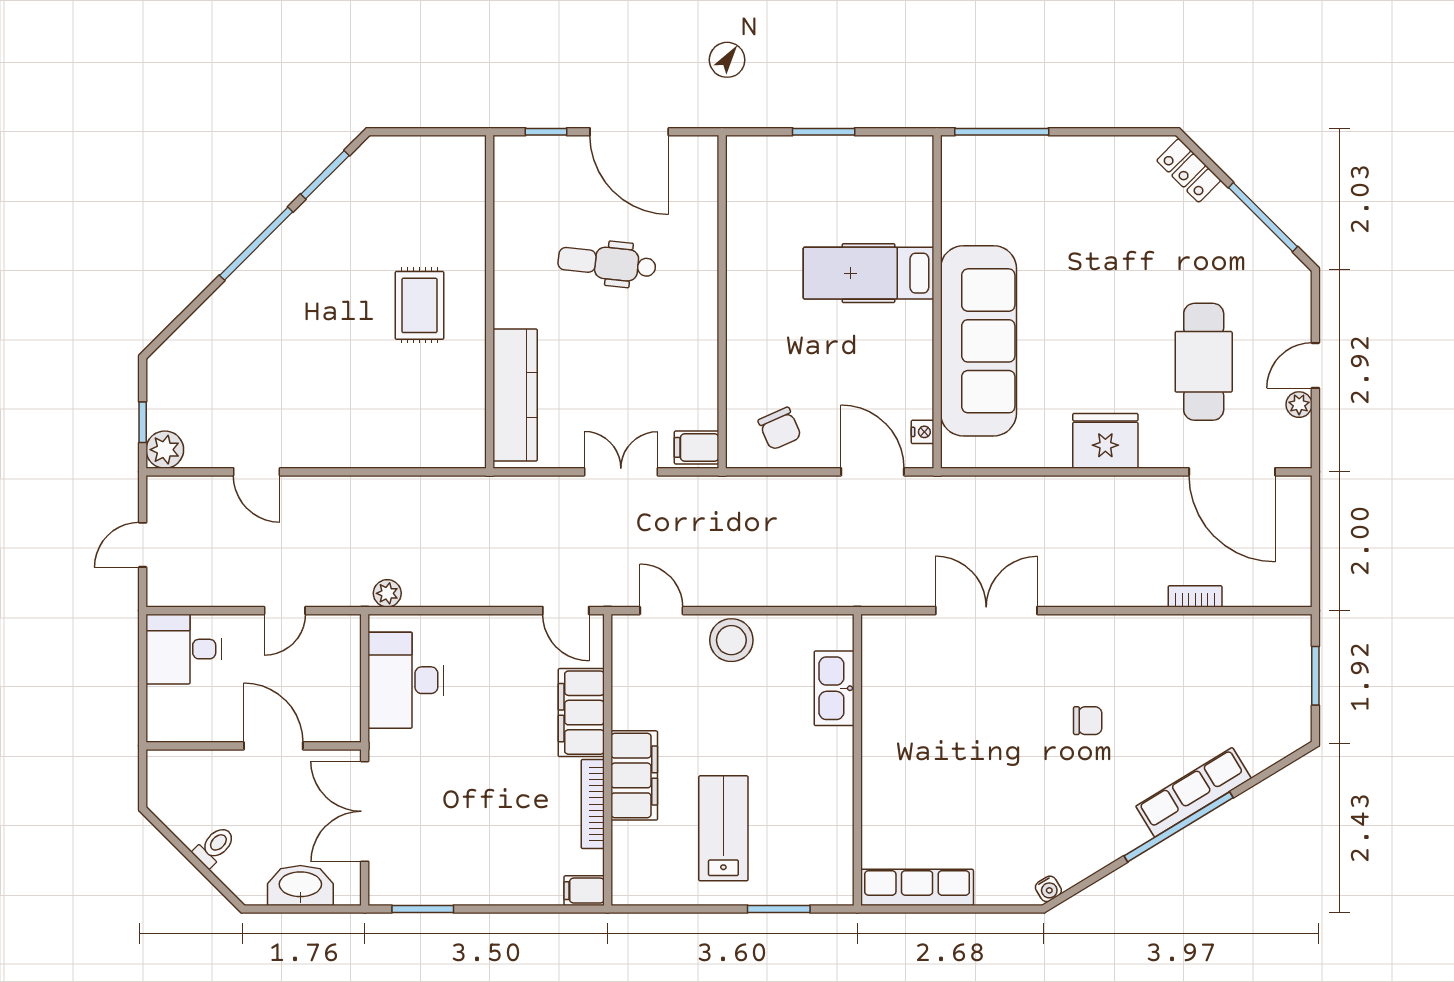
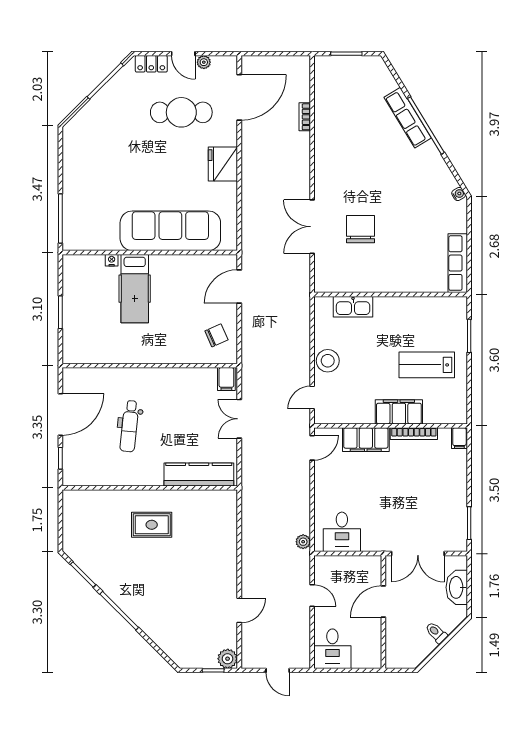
locker: (1189, 170) -> (151, 64), moved, turned 45
nightstand: (923, 432) -> (112, 260), moved
desk: (406, 680) -> (342, 532), width x0.73
chair: (1088, 721) -> (360, 229), moved, width x1.87, depth x1.87

